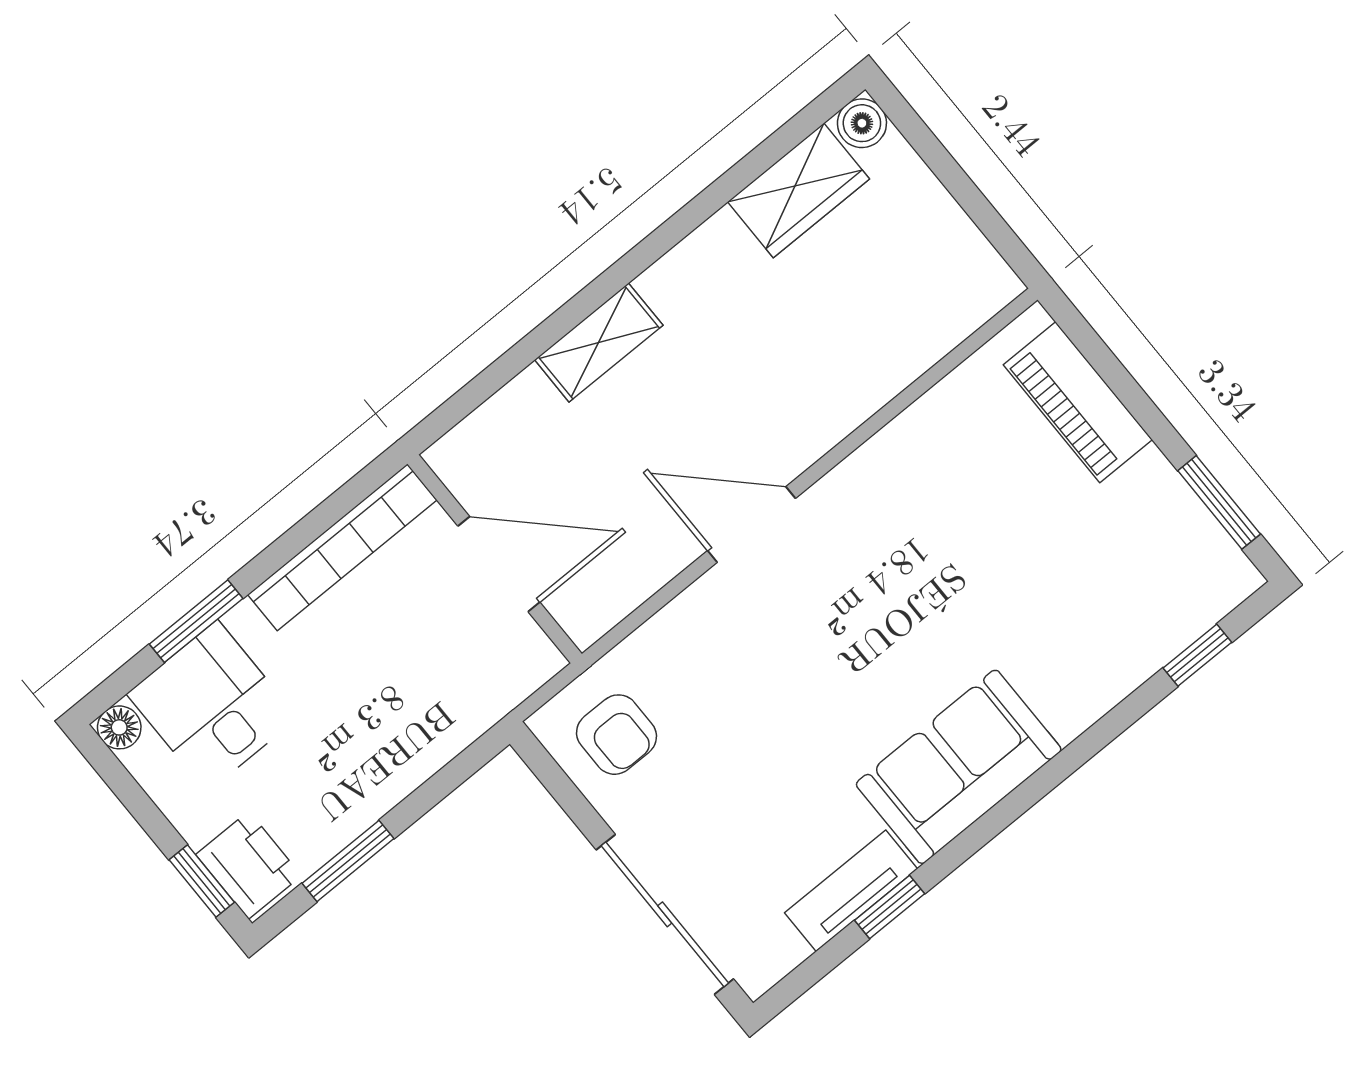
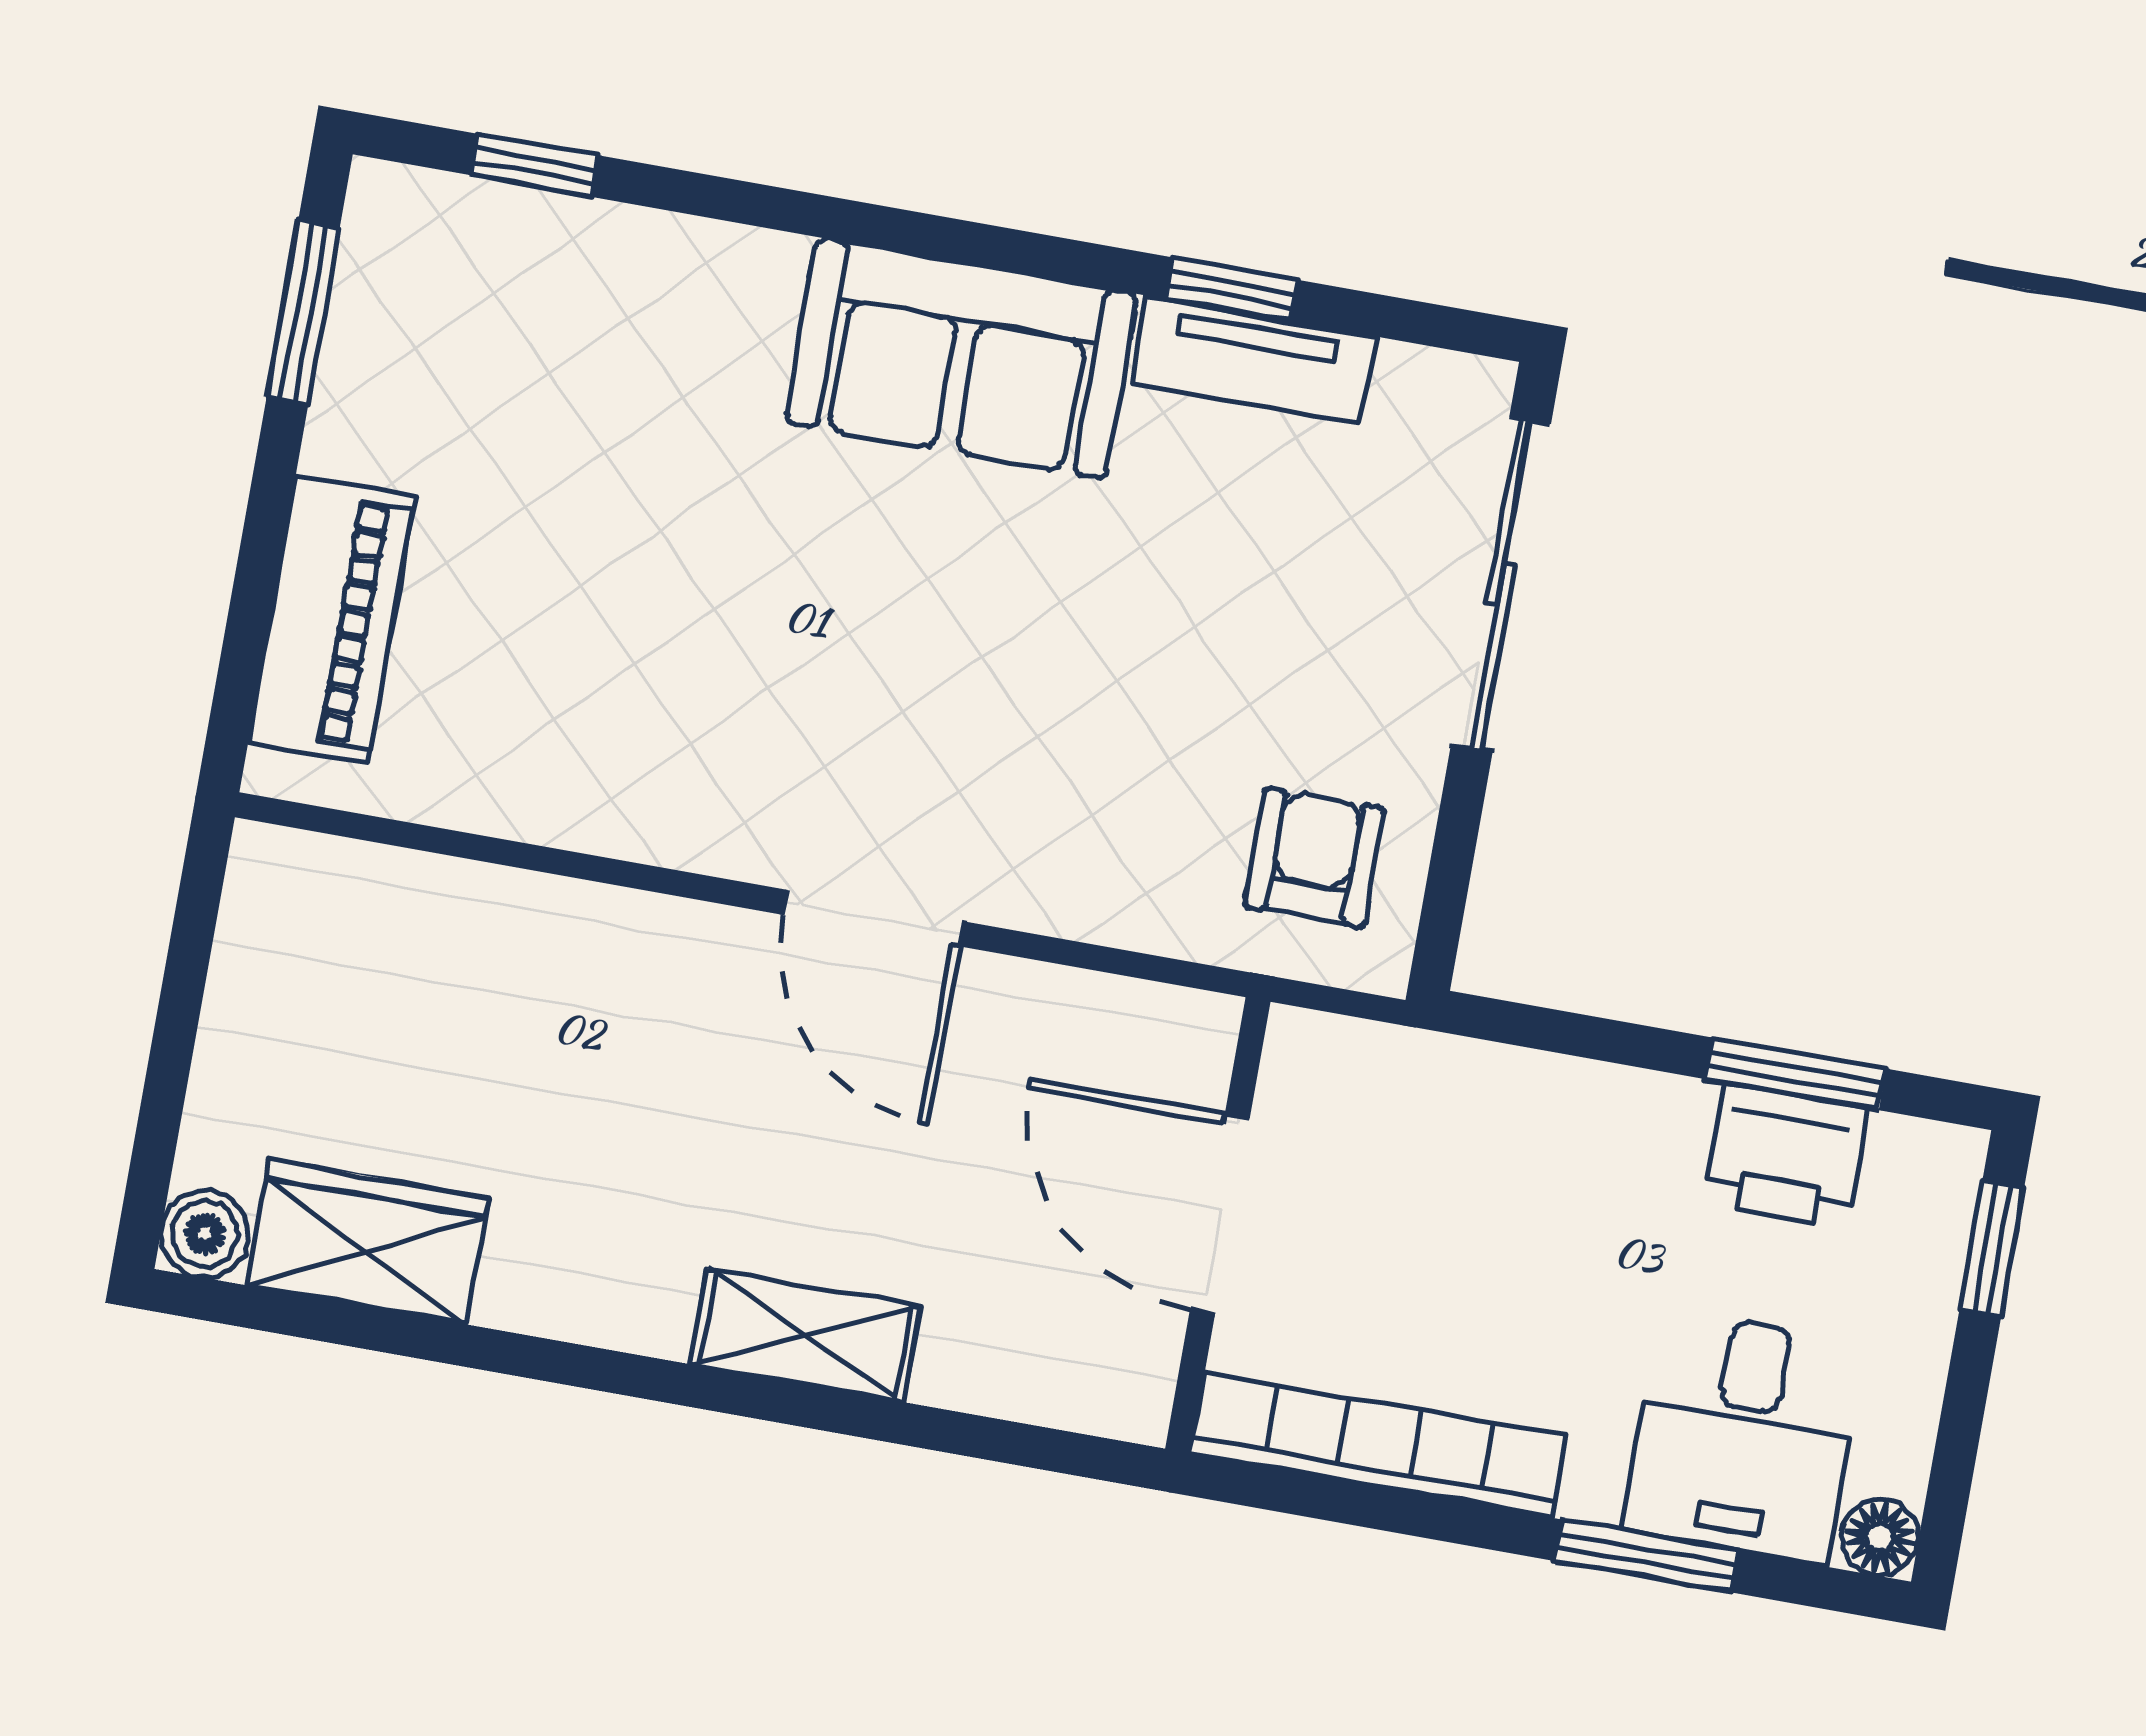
printer: (249, 865) -> (1786, 1156), moved, turned -90

